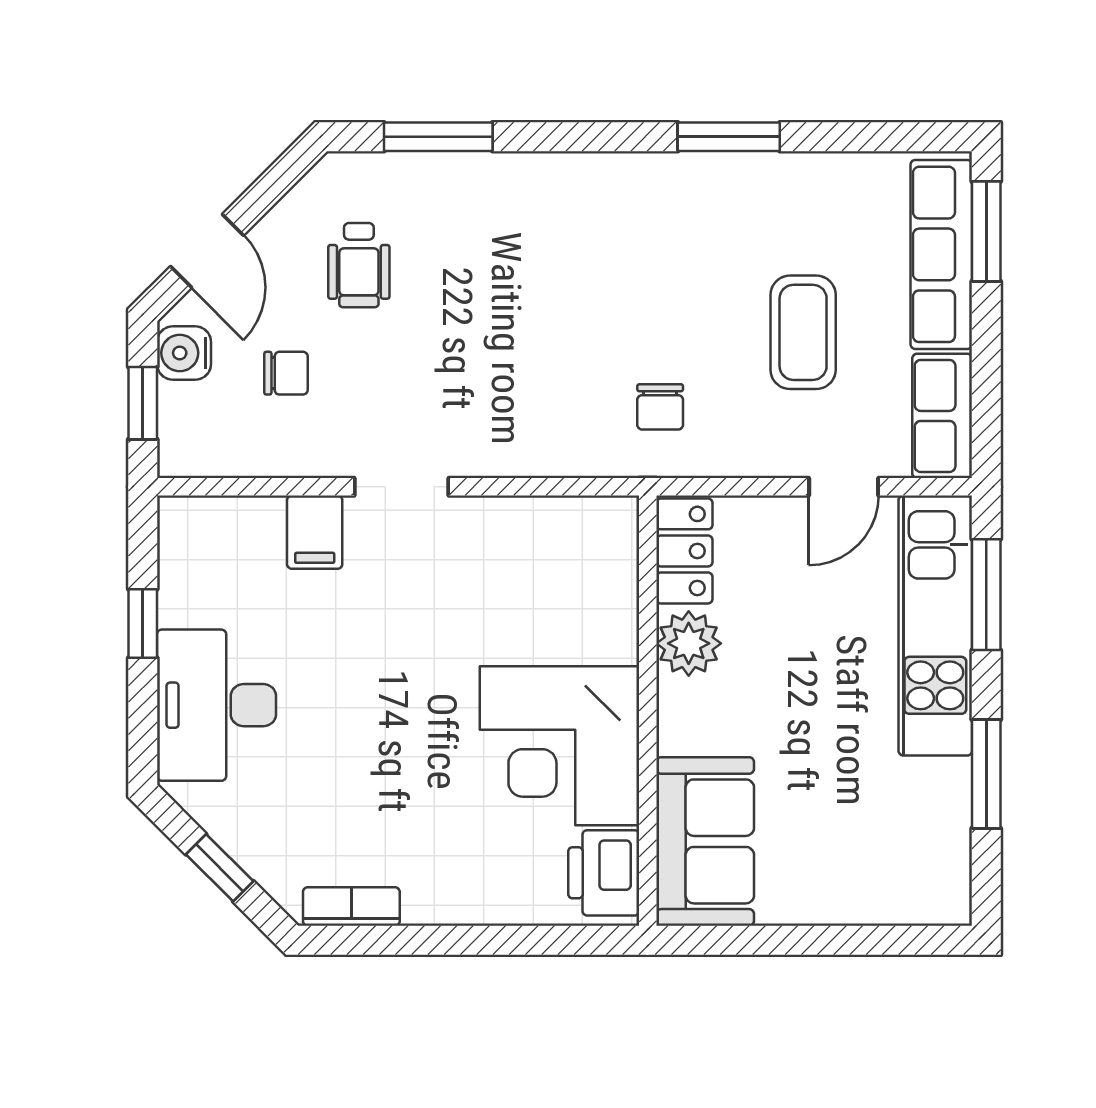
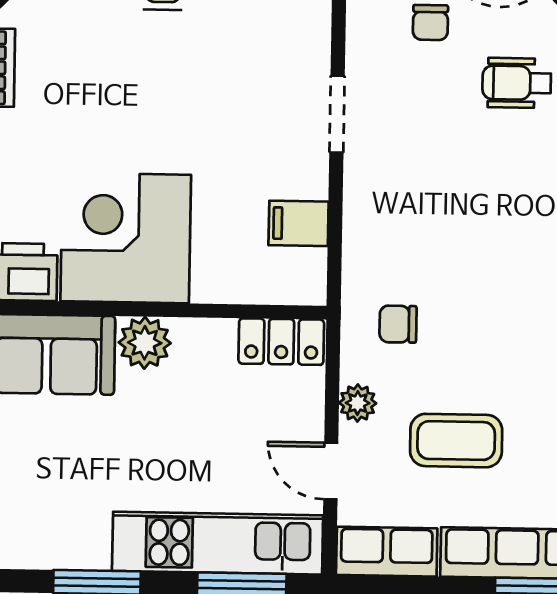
plant: (759, 455) -> (358, 403), added
filing cabinet: (315, 532) -> (299, 223), moved
plant: (689, 643) -> (145, 343), moved

